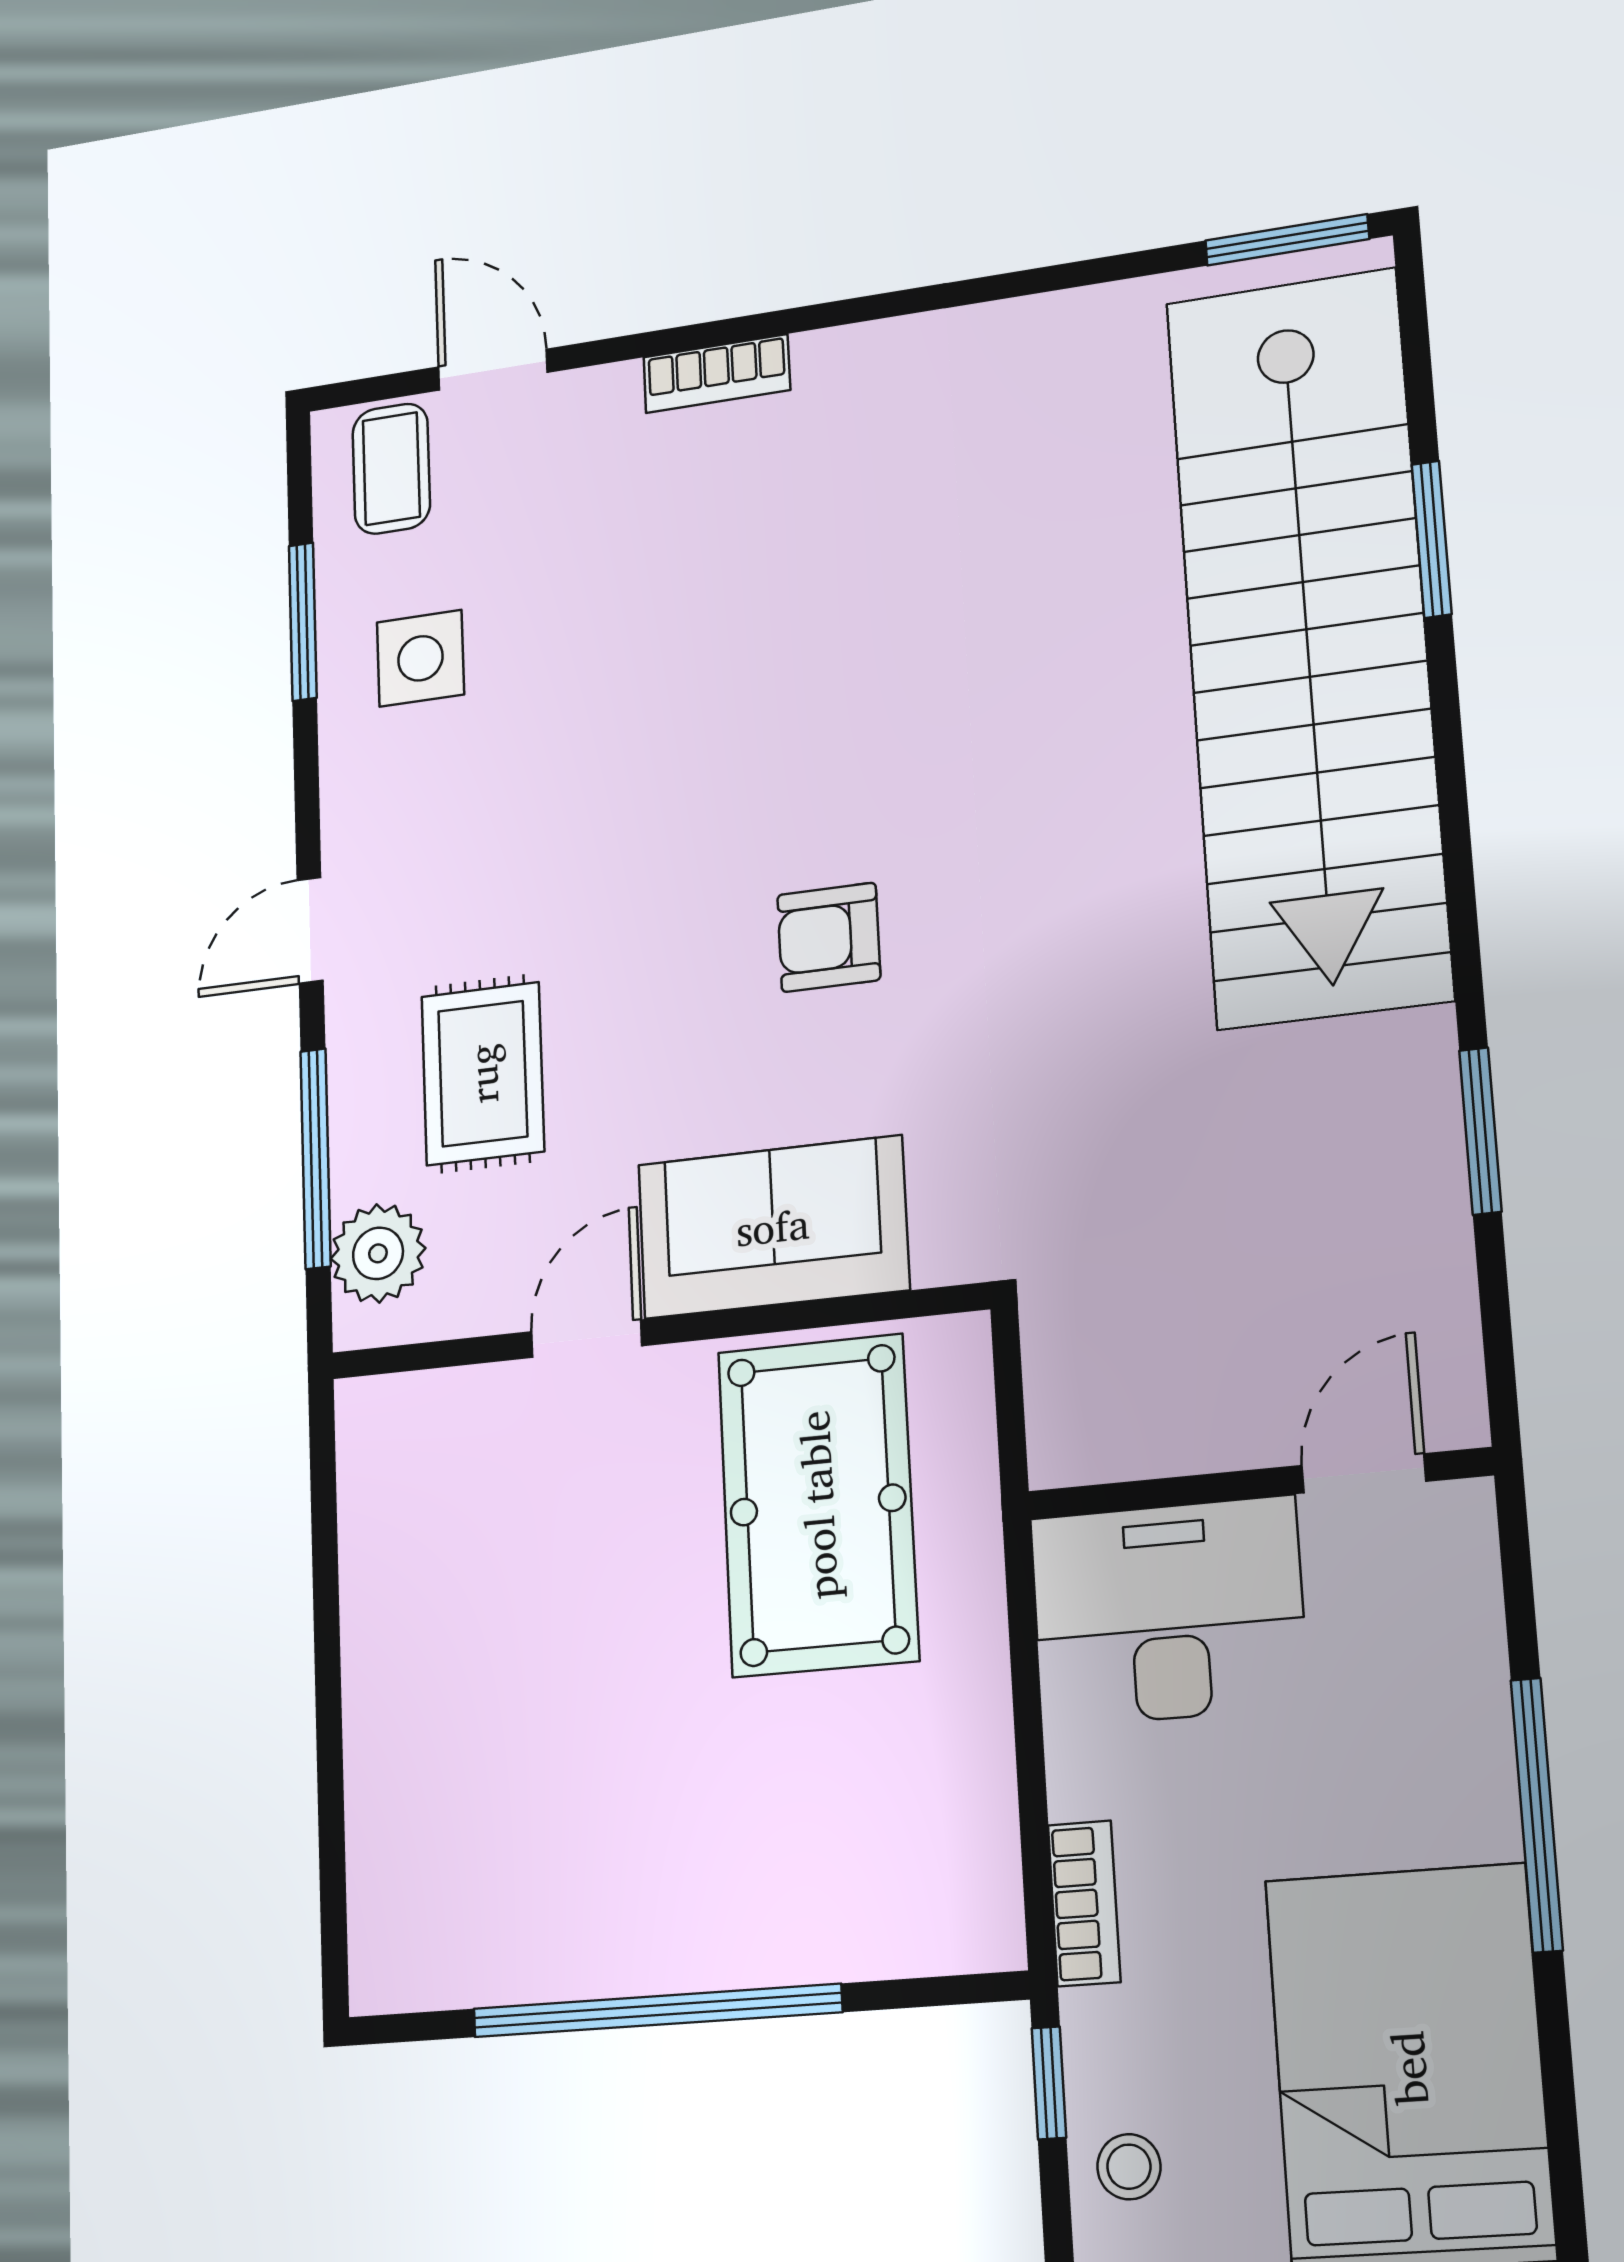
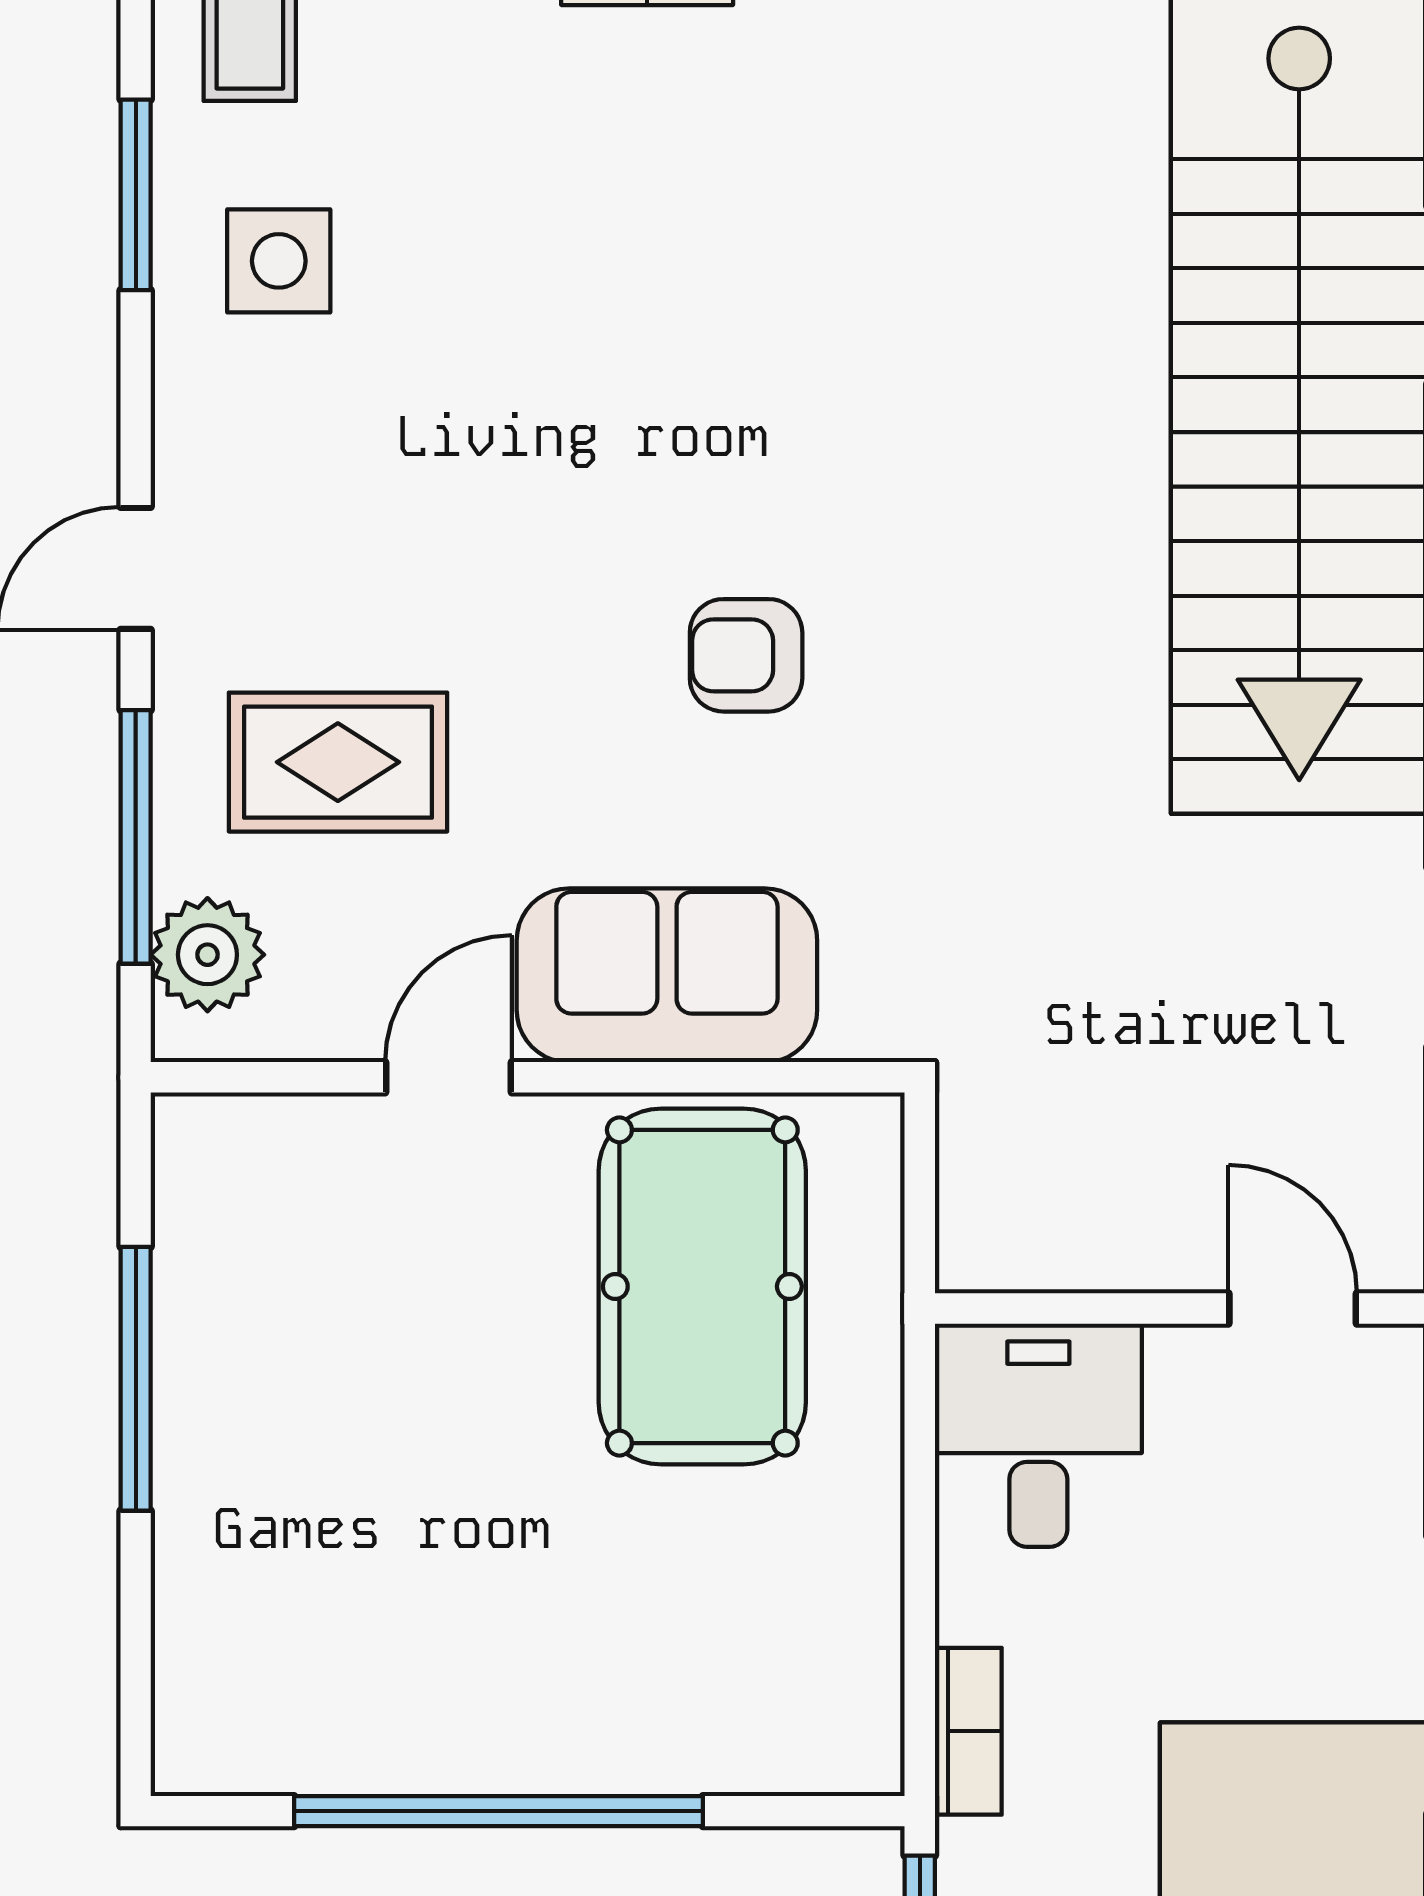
rug: (483, 1074) -> (338, 762), turned 90
door: (1364, 1473) -> (1293, 1308), hinge flipped
desk: (1168, 1612) -> (1038, 1435), width x0.73
window: (327, 1635) -> (136, 1379), added

